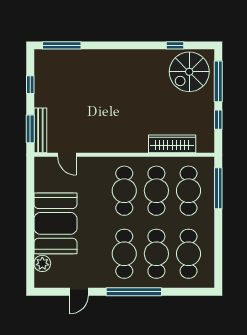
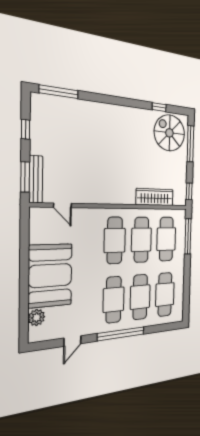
spiral stairs: (189, 72) -> (169, 133), turned 90
window: (218, 120) -> (189, 191), moved

